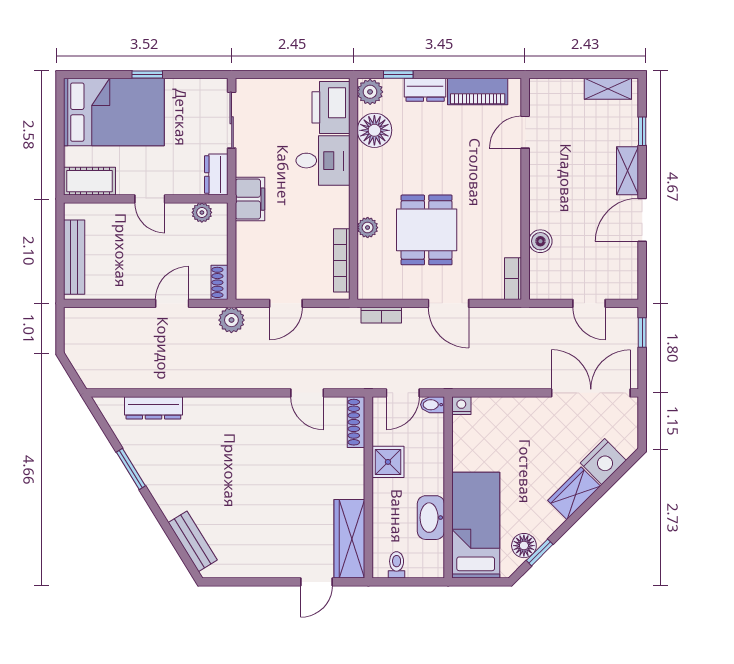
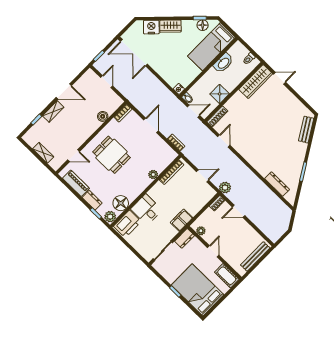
shelving: (608, 89) -> (43, 153), moved
dining table: (427, 230) -> (111, 155), moved, turned 90

